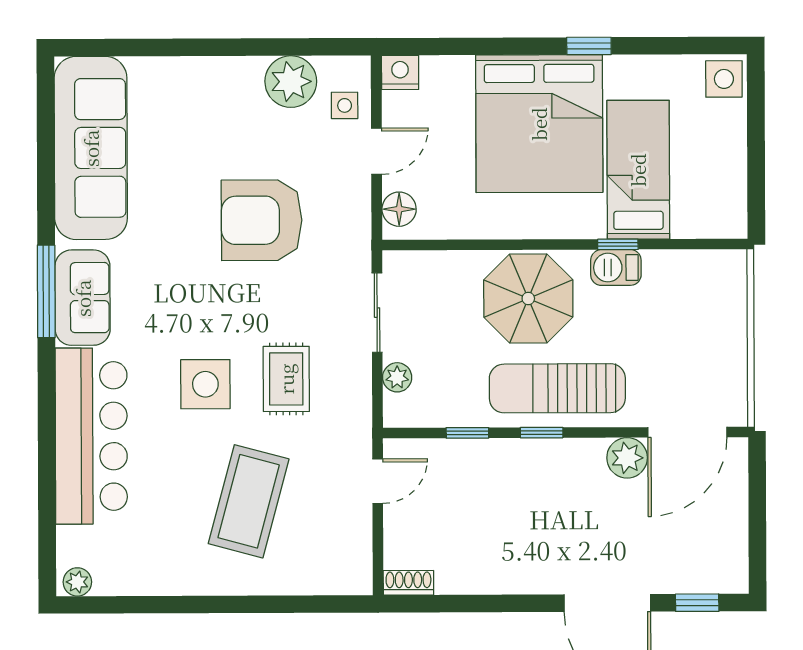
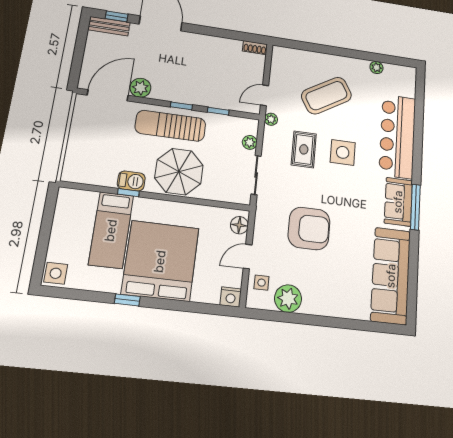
sun lounger: (557, 388) -> (170, 126), turned 180
plant: (359, 432) -> (271, 119), added
coffee table: (249, 501) -> (326, 96), turned 44
bench: (709, 579) -> (109, 26), added
plant: (77, 582) -> (376, 67), moved

